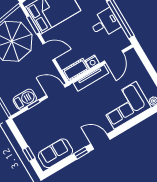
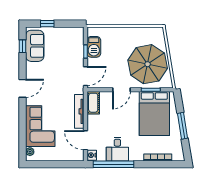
nightstand: (92, 62) -> (92, 155), moved
window: (81, 153) -> (22, 46), moved

